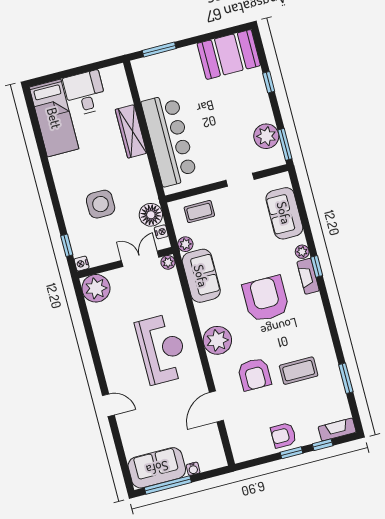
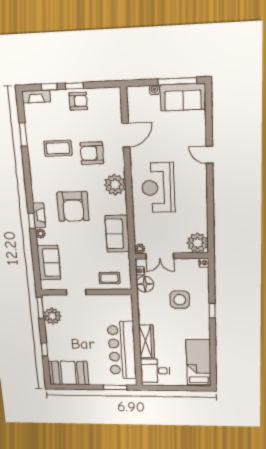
desk: (85, 93) -> (155, 371), moved, turned 90
bar counter: (169, 140) -> (122, 350), moved
plant: (185, 244) -> (124, 258), removed
window: (67, 245) -> (212, 311), moved
armchair: (254, 374) -> (92, 153), turned -90

